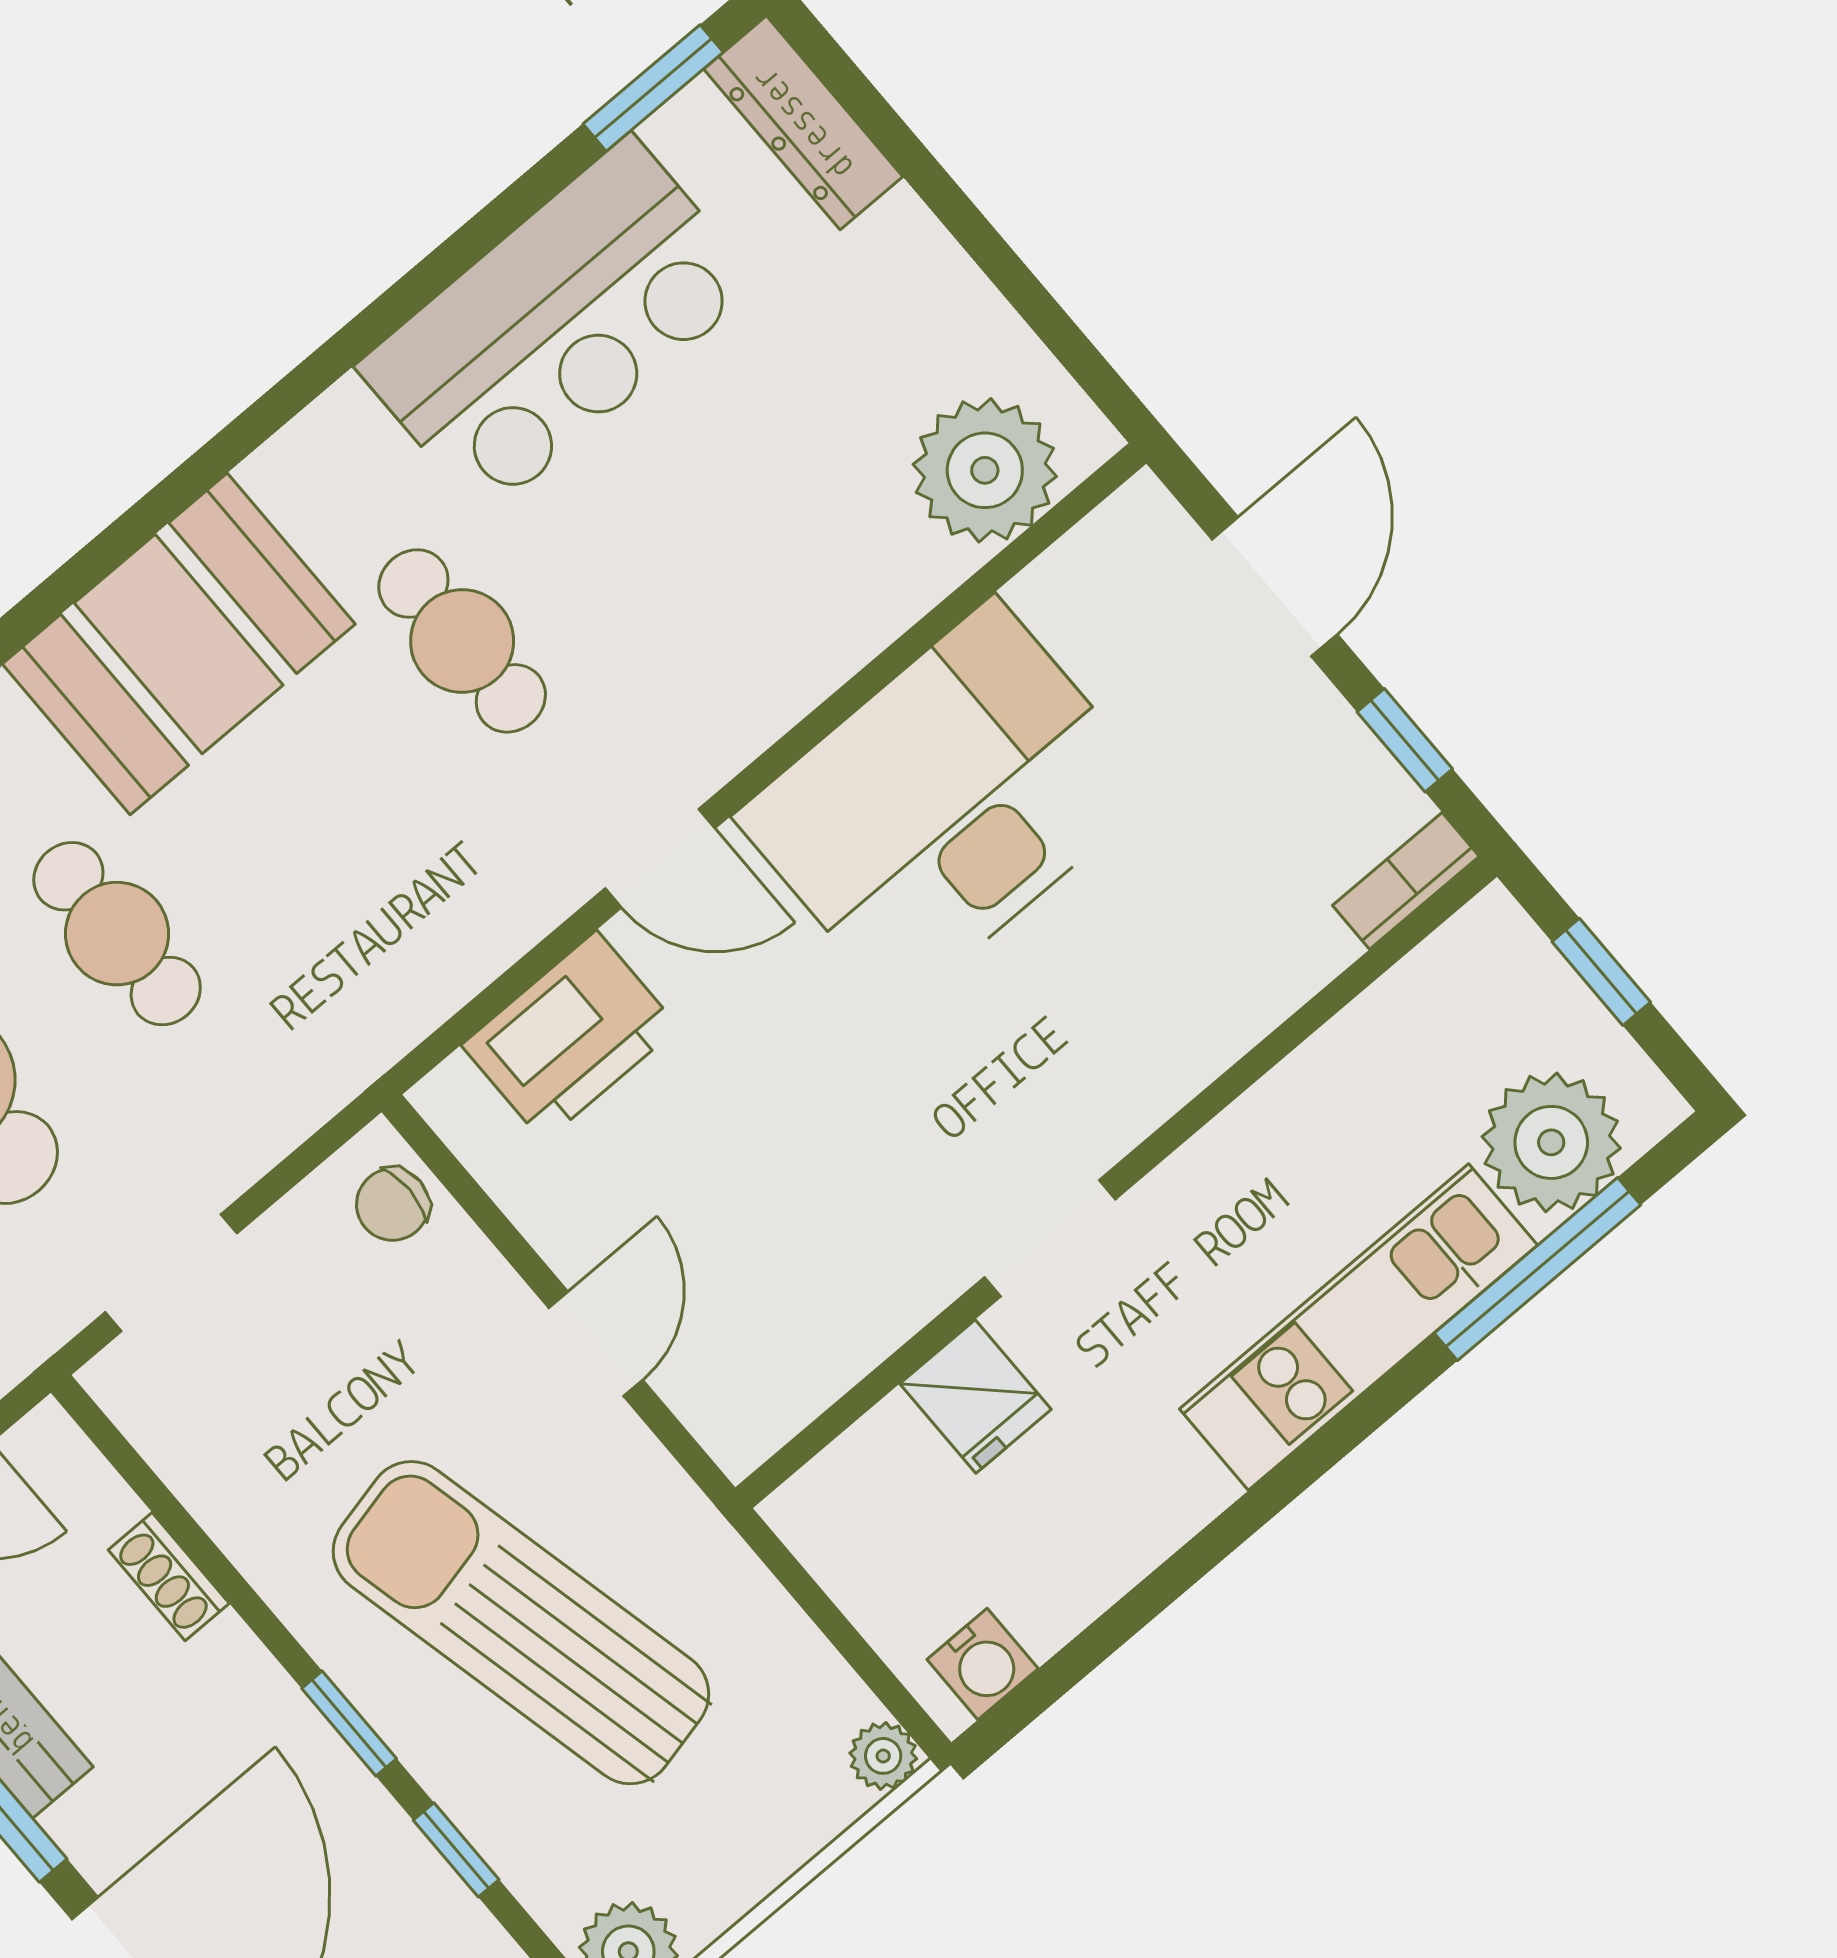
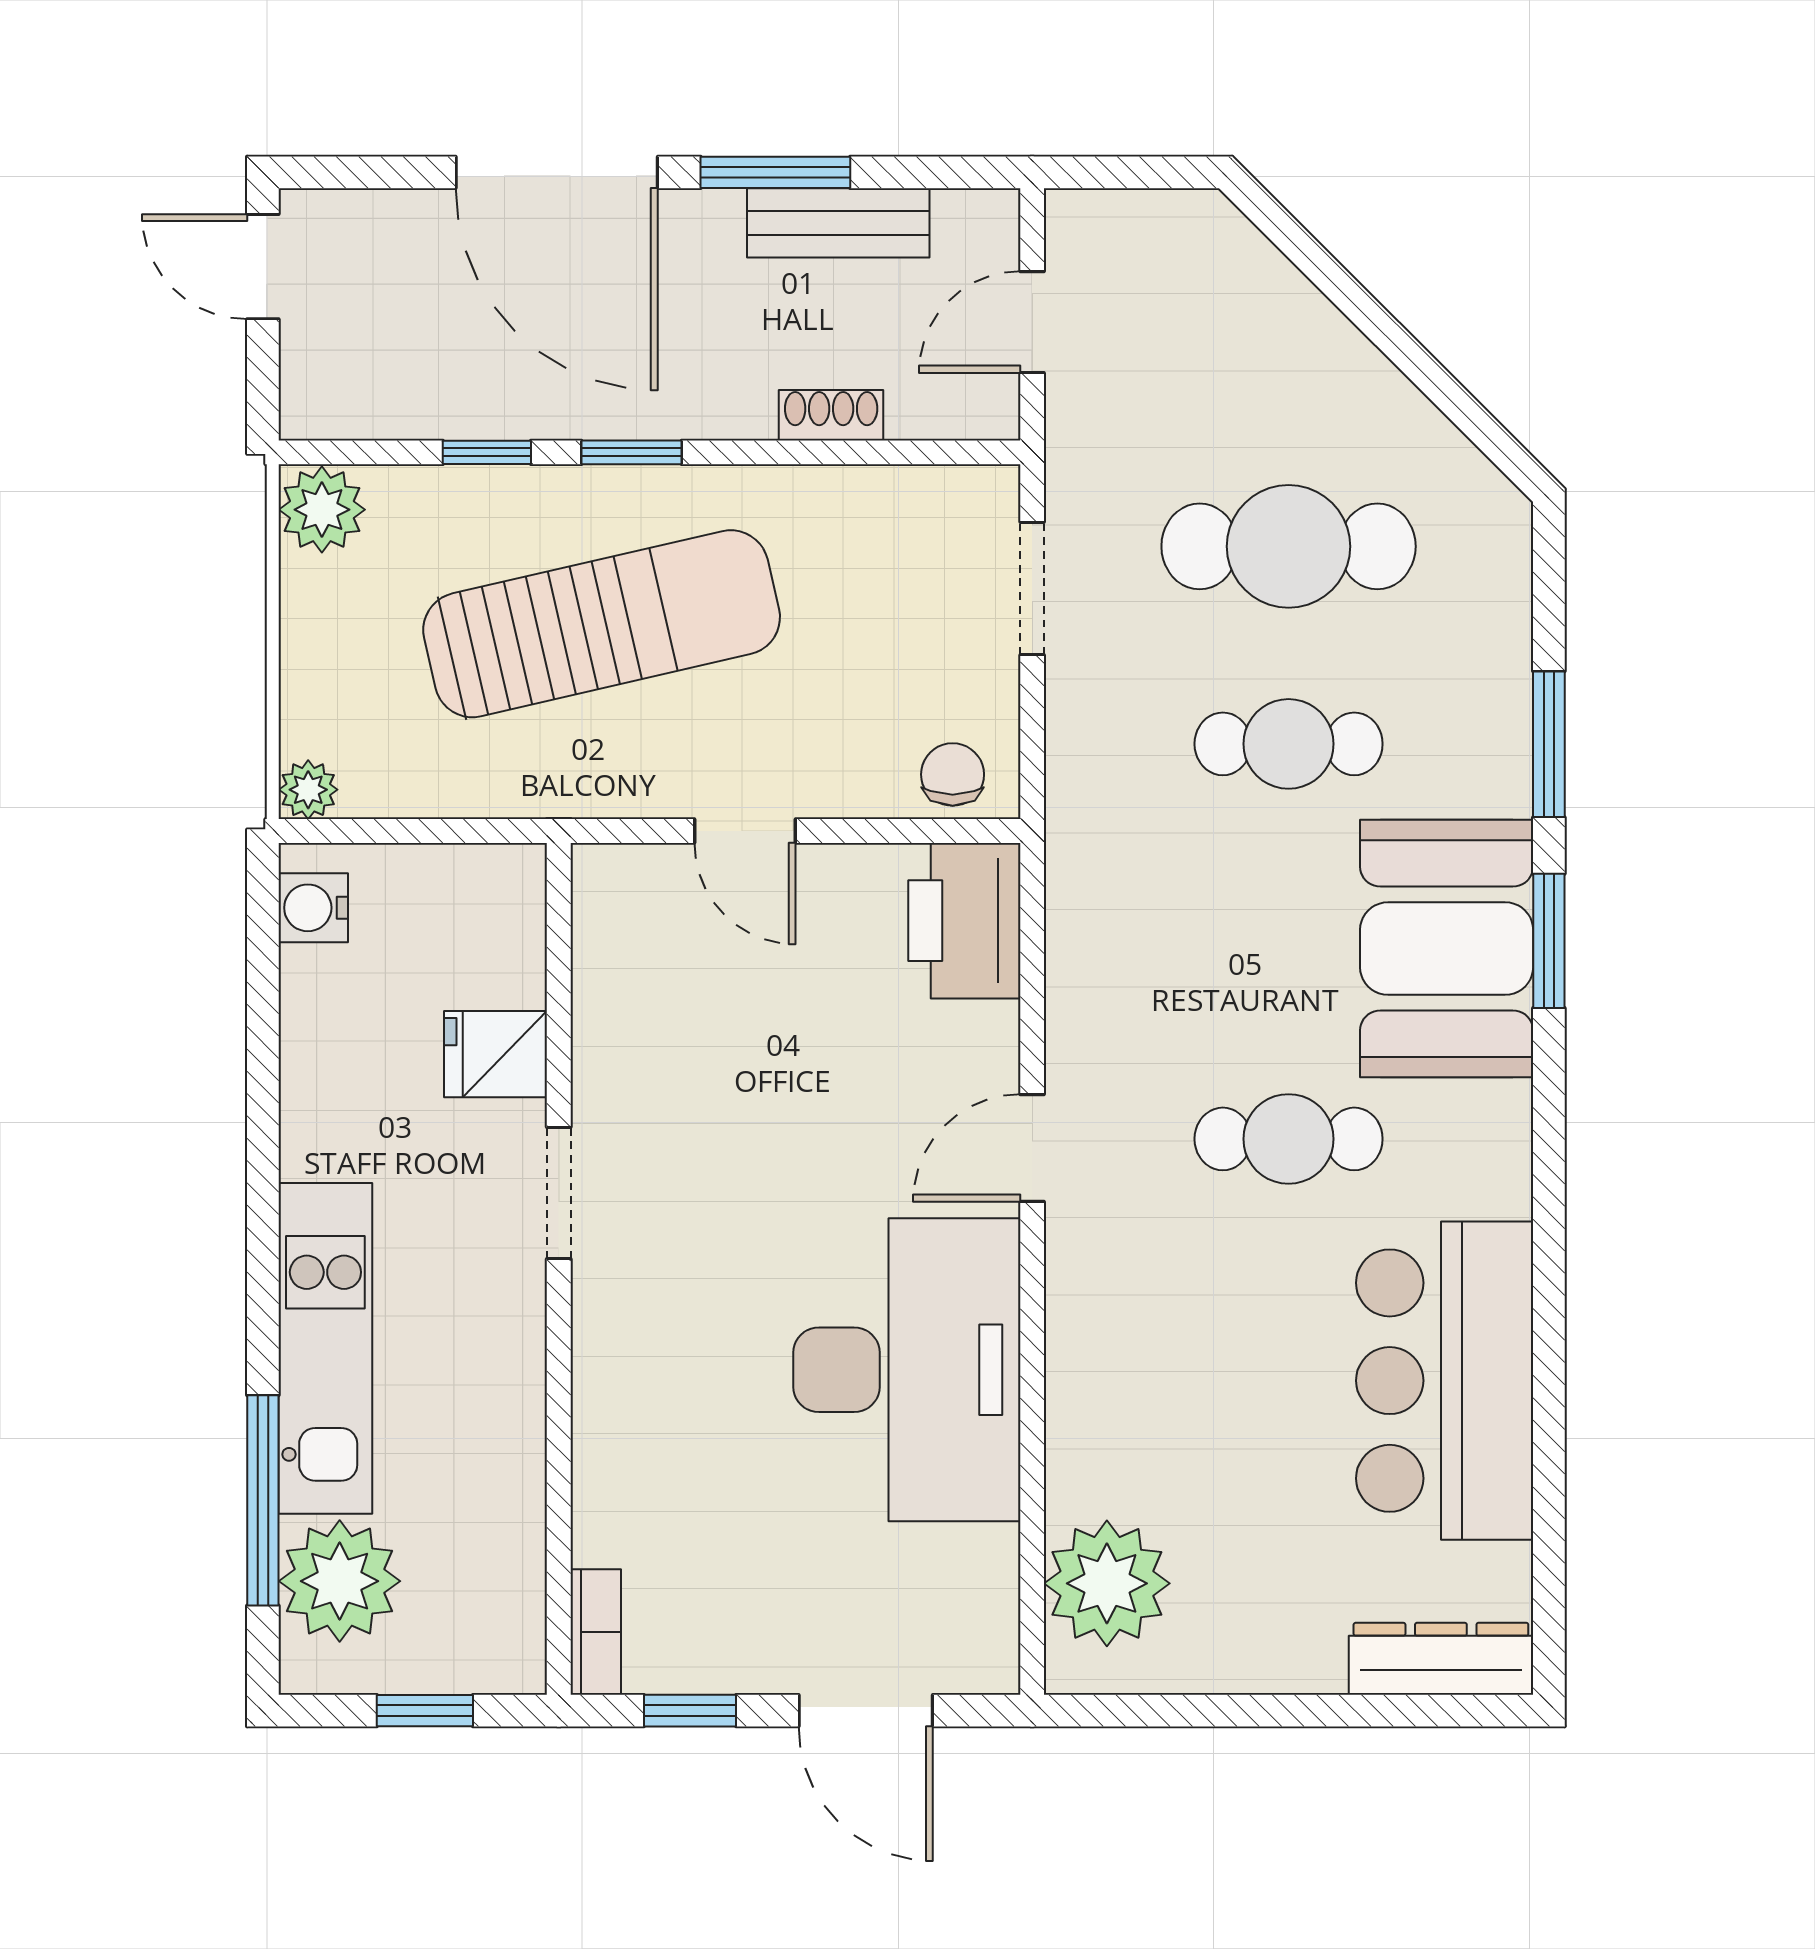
window: (653, 88) -> (1549, 941), moved
printer: (570, 1036) -> (964, 921), moved

